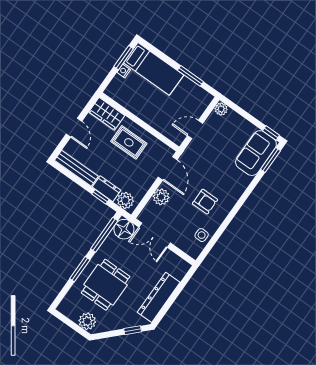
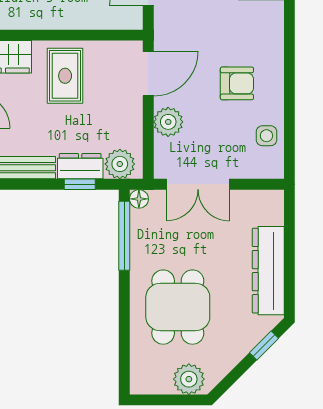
rug: (129, 142) -> (65, 76), turned 90
door: (168, 168) -> (148, 74), hinge flipped
floor lamp: (124, 229) -> (139, 199), width x0.53, depth x0.53
window: (80, 269) -> (124, 311), removed

